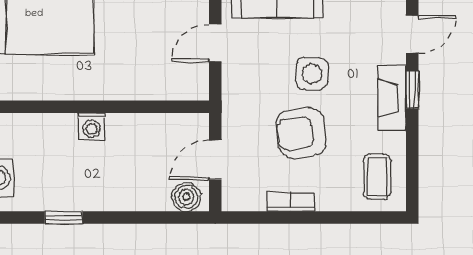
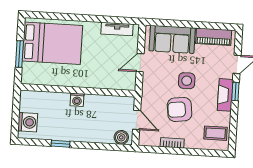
door: (215, 160) -> (137, 120), swing flipped
coffee table: (377, 177) -> (216, 133), turned 90

